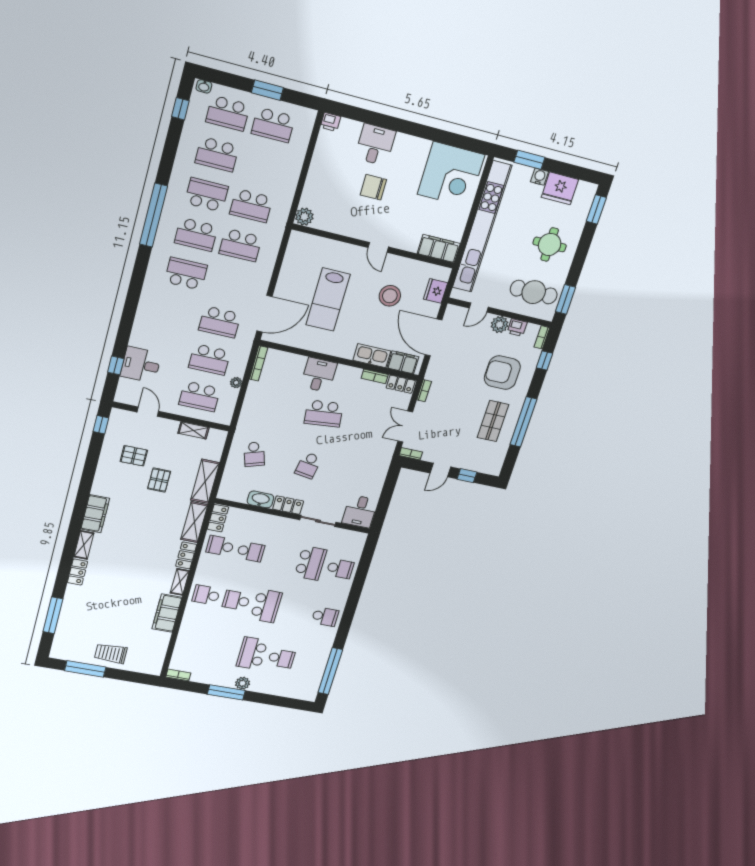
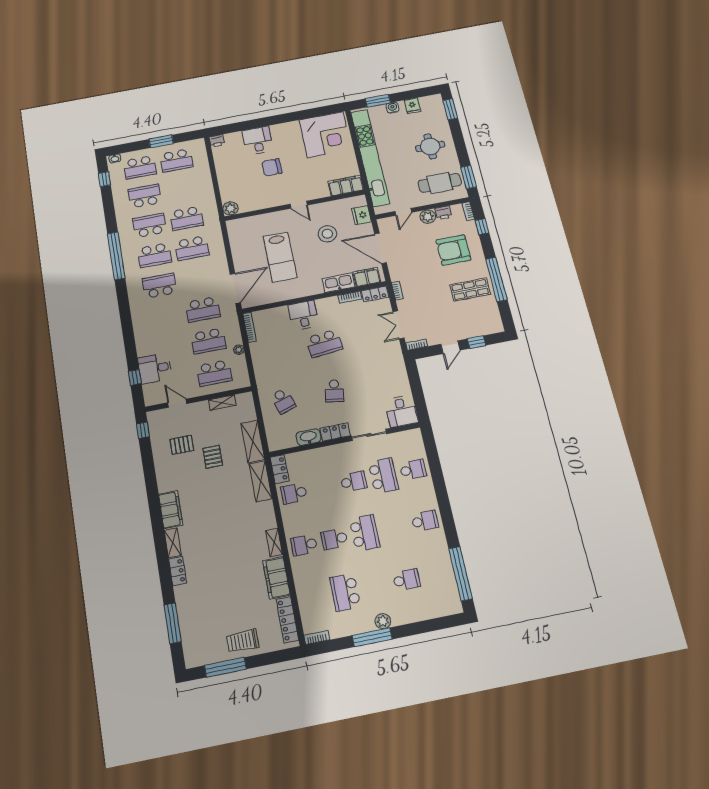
school desk: (217, 154) -> (145, 196), turned 180
fridge: (560, 188) -> (412, 106), width x0.53, depth x0.75
shop shelf: (493, 421) -> (470, 289), turned 90
school desk: (251, 552) -> (354, 482), moved
locker: (186, 555) -> (287, 620), moved, width x1.53
school desk: (252, 653) -> (345, 592), moved

